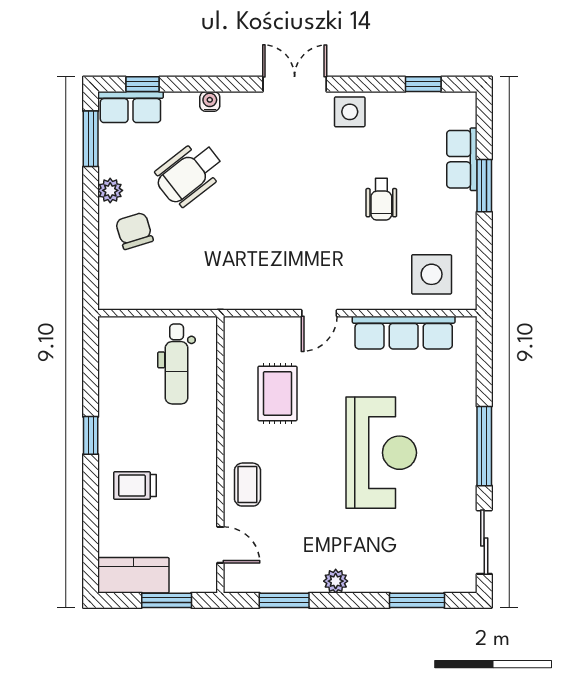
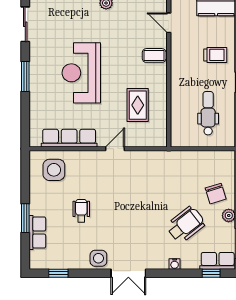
dental chair: (177, 364) -> (208, 113), moved
window: (484, 446) -> (25, 76), width x0.69
coffee table: (247, 485) -> (154, 55), turned 90

